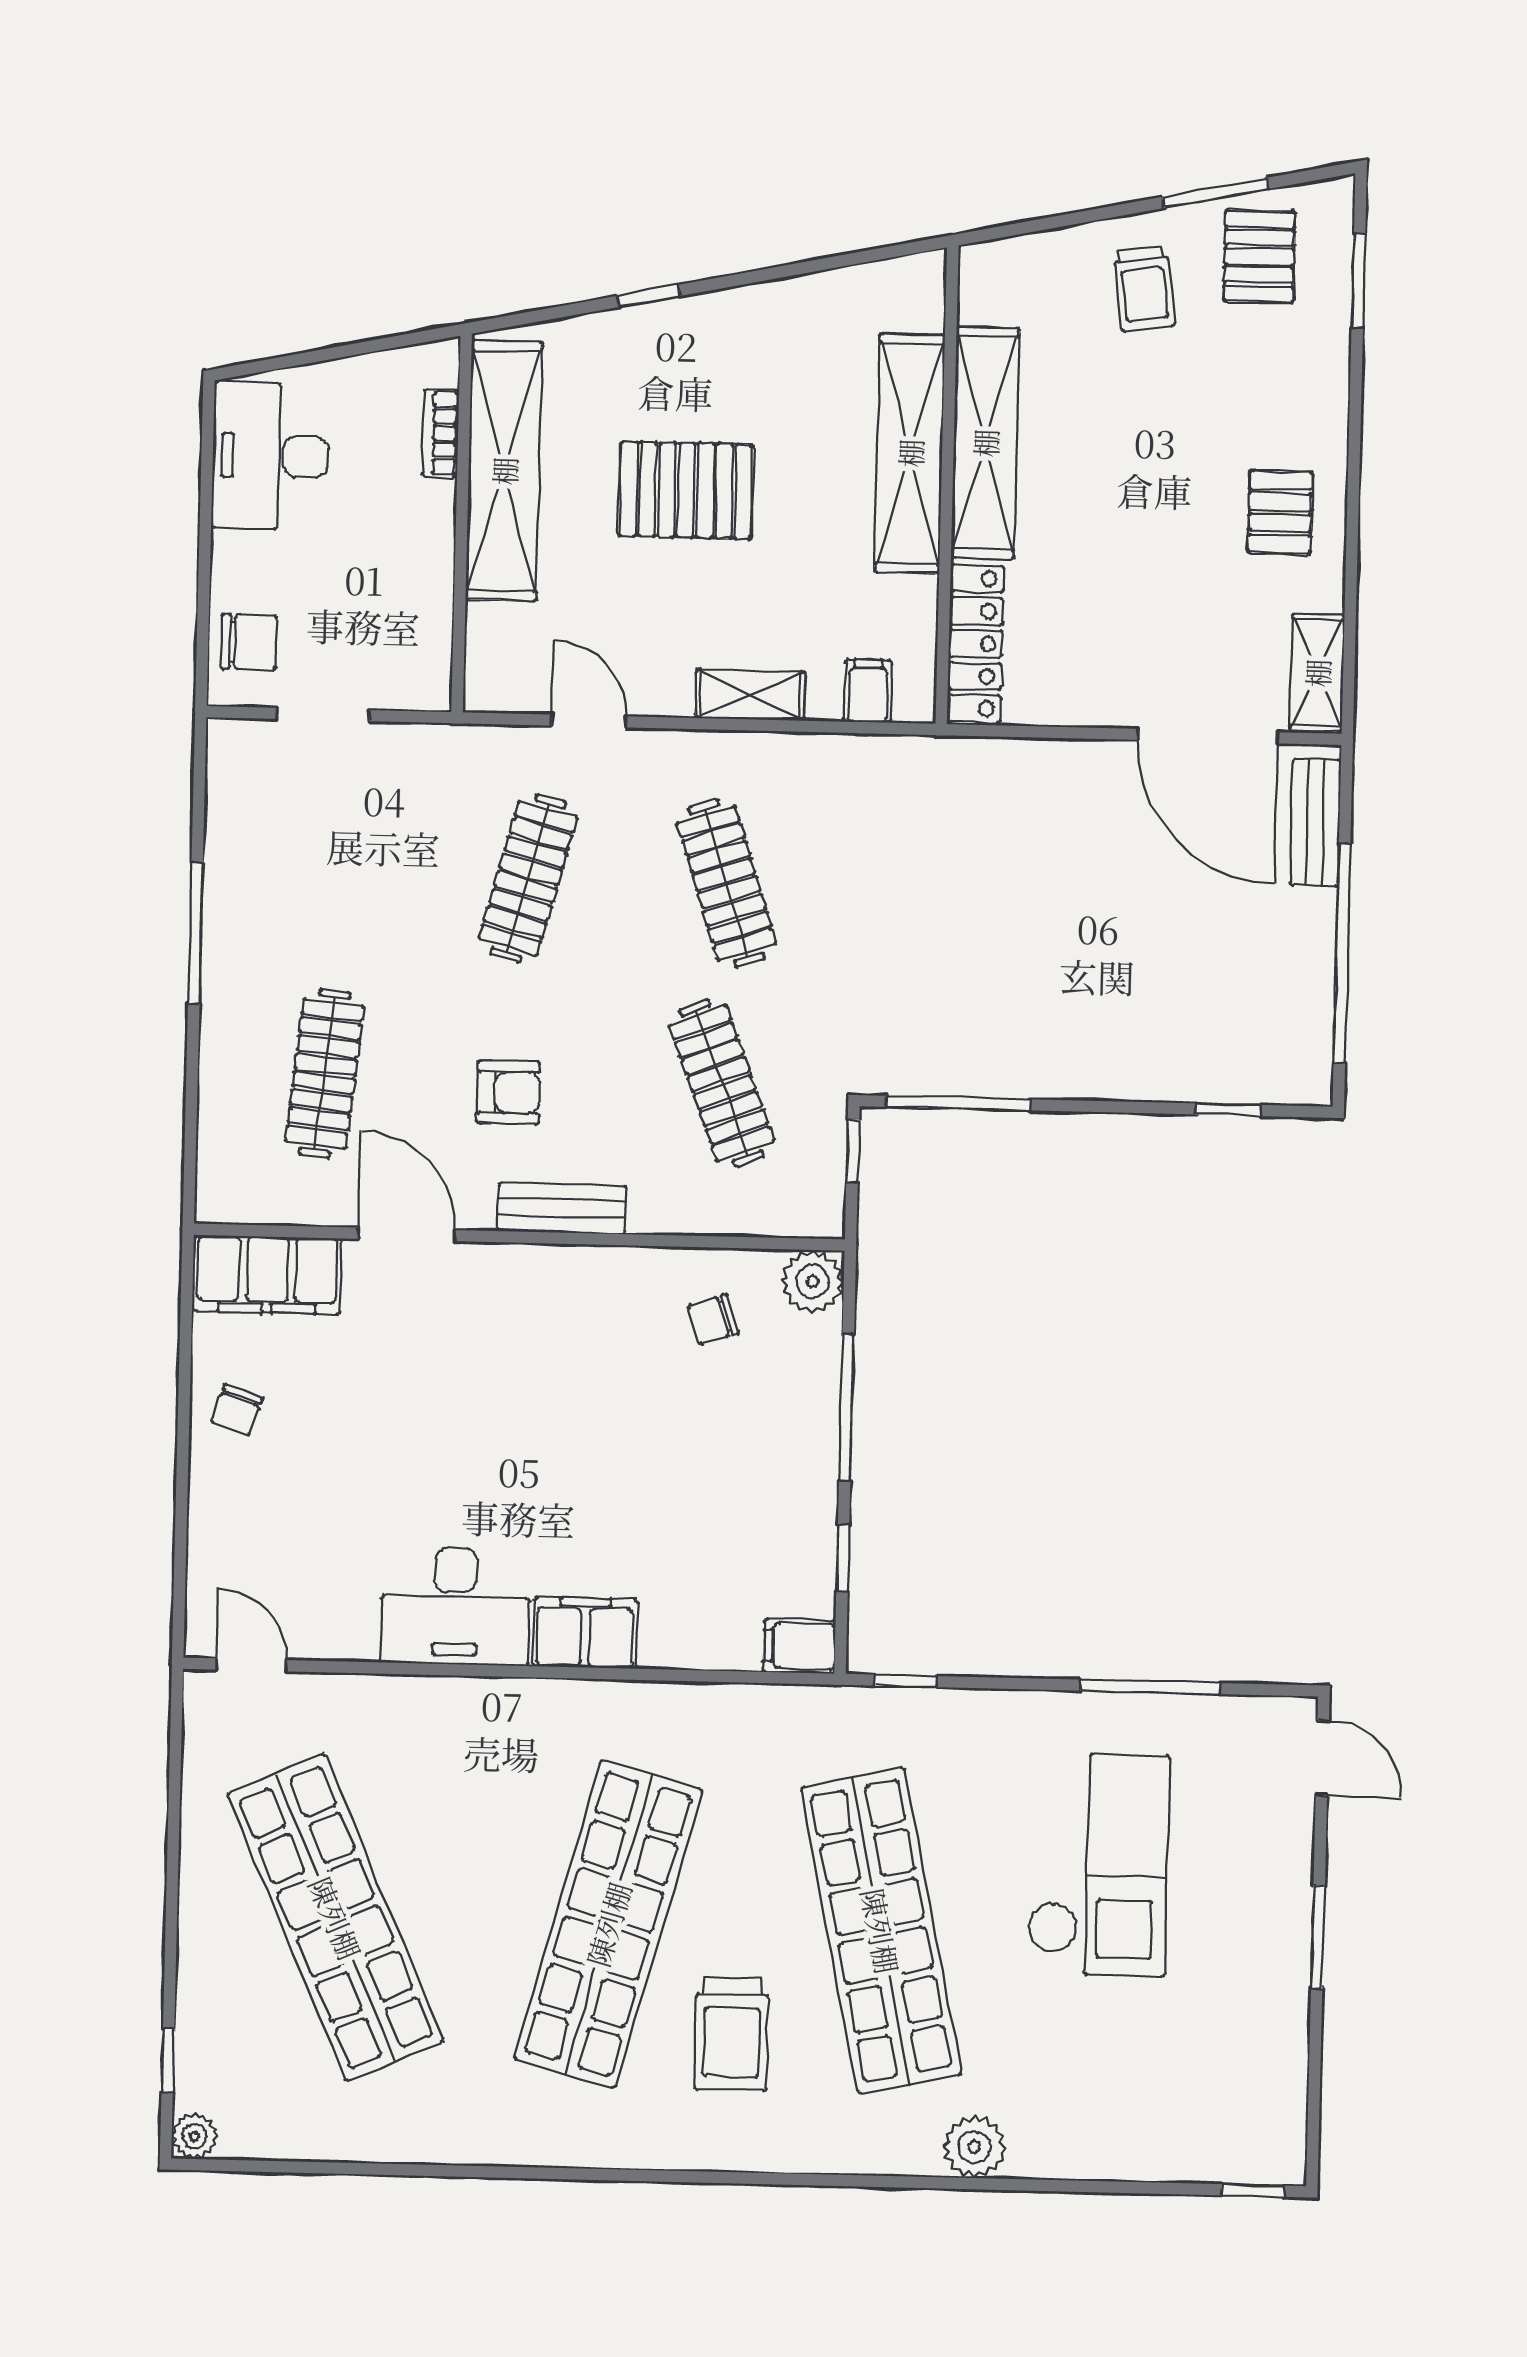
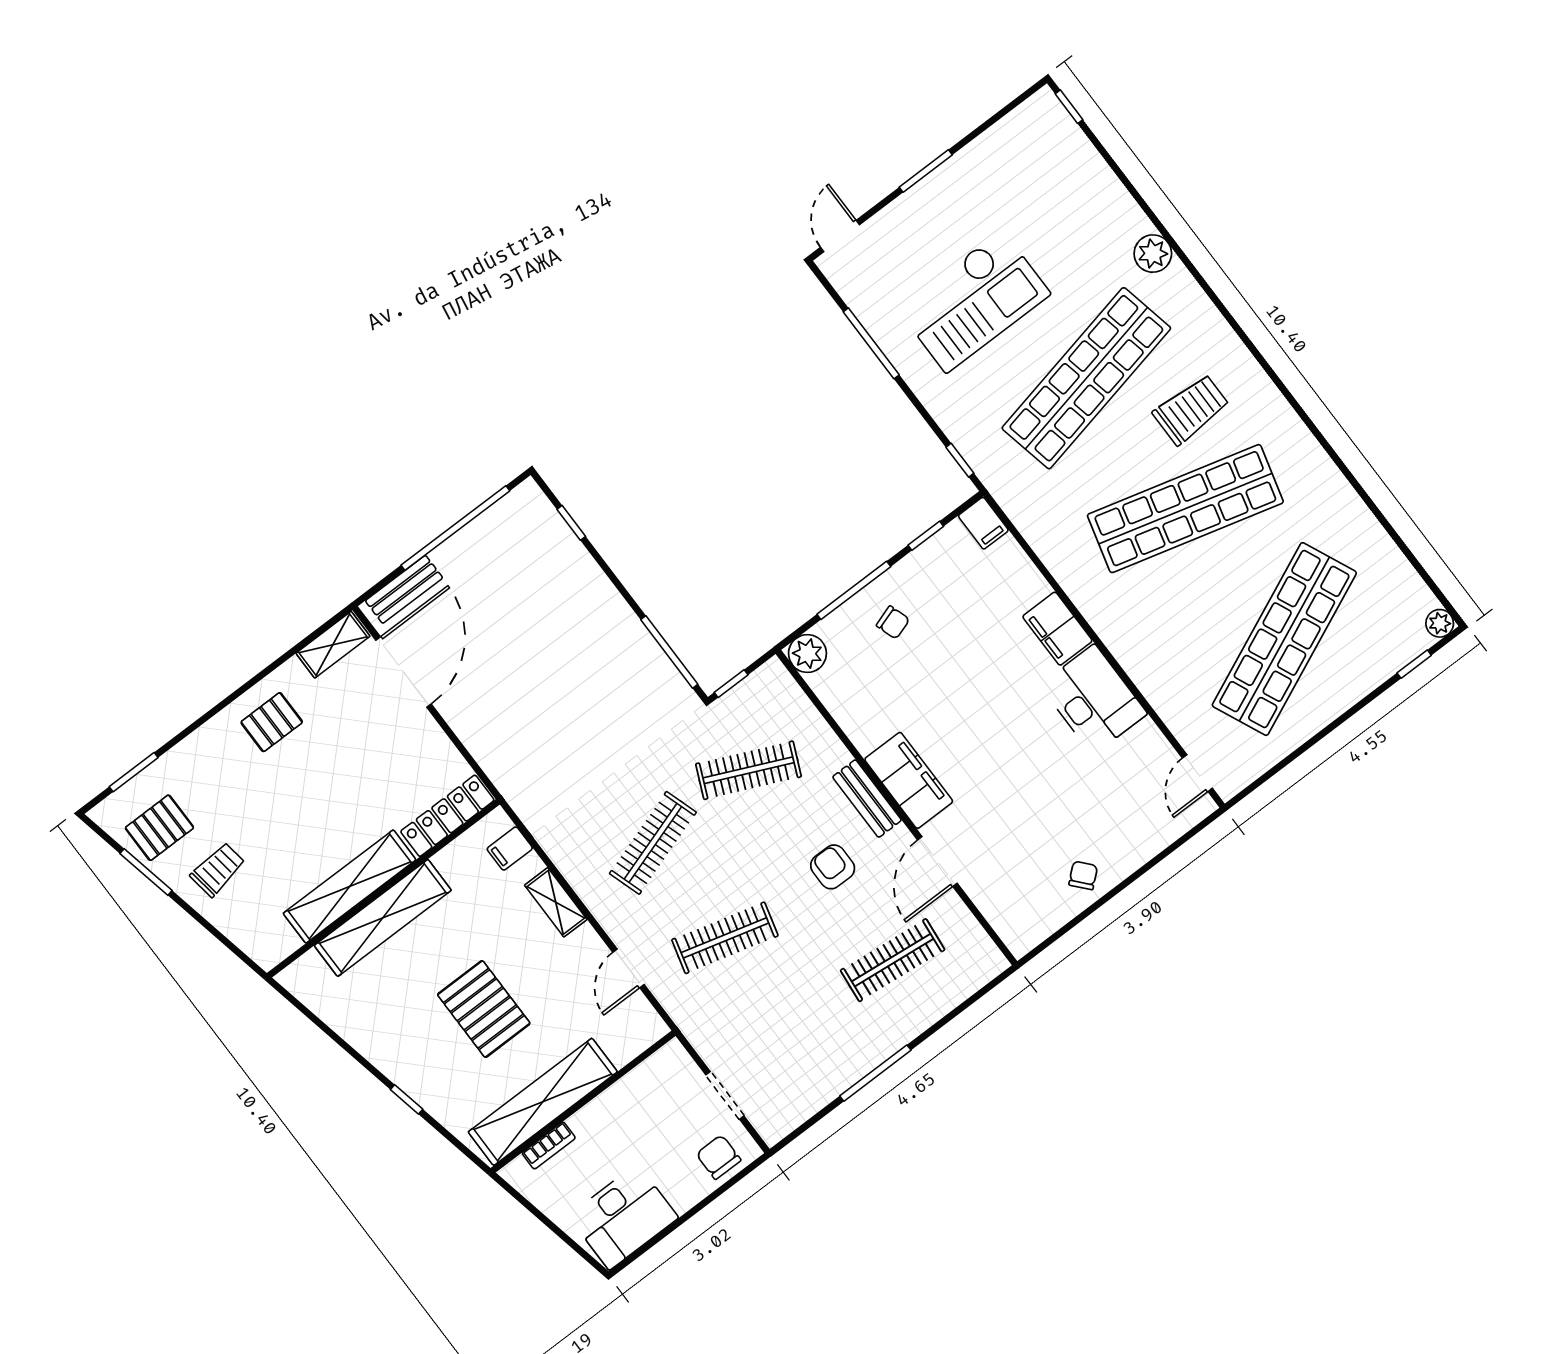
clothes rail: (722, 1083) -> (749, 770), turned 45
filing cabinet: (267, 1275) -> (909, 780), moved
chair: (713, 1319) -> (893, 622), moved
chair: (237, 1410) -> (1083, 875), turned -60
checkout: (1098, 1864) -> (974, 301), turned 180

